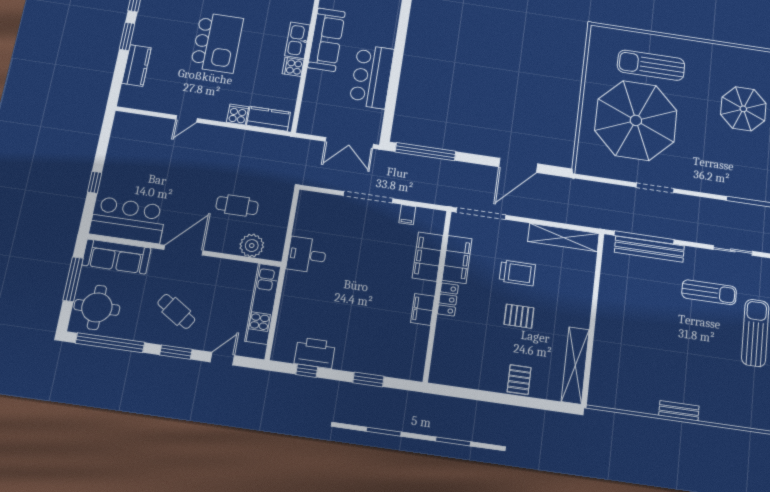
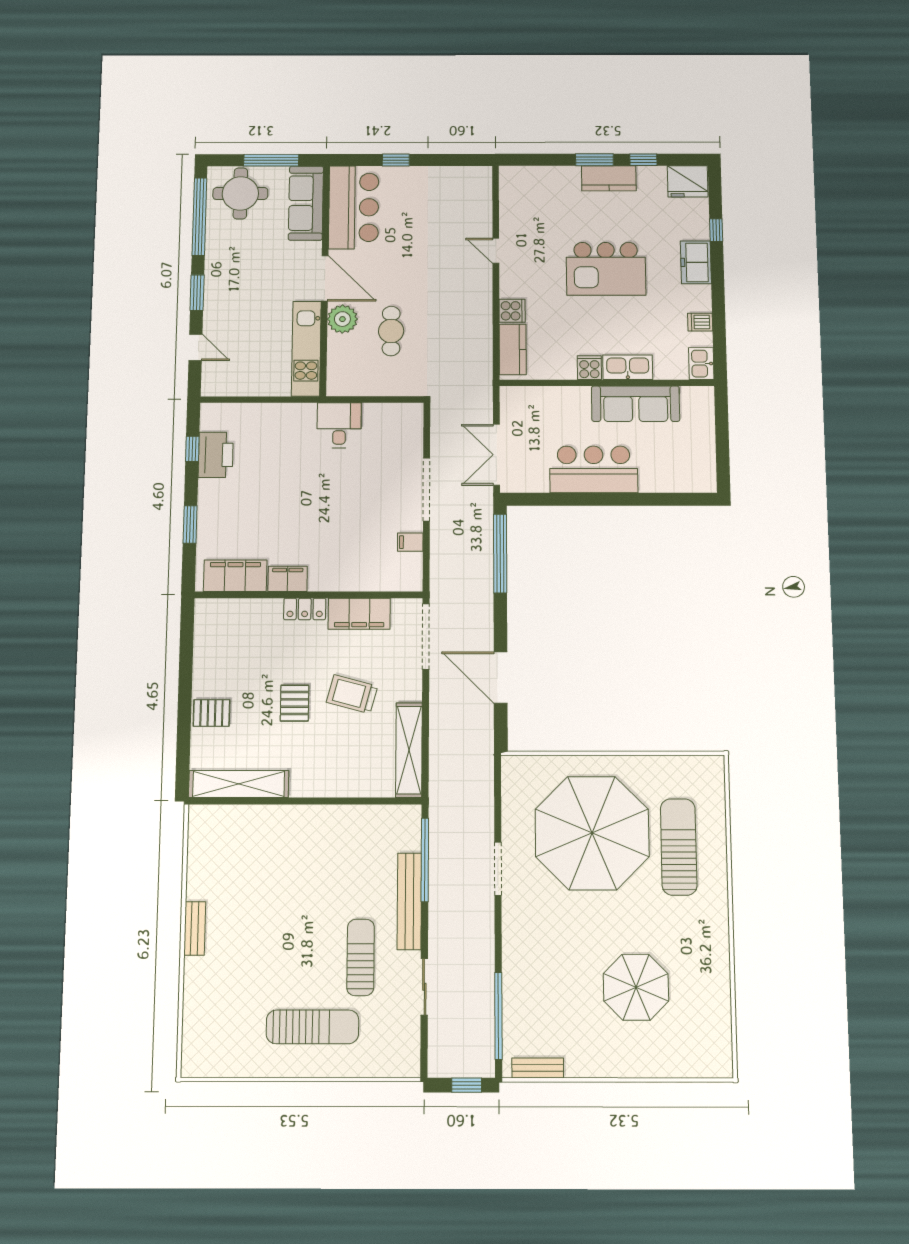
kitchen counter: (137, 65) -> (609, 178), moved
plant: (252, 246) -> (342, 319), moved
bench: (649, 249) -> (409, 901), moved
filing cabinet: (428, 257) -> (235, 576), moved
trolley: (517, 273) -> (352, 694), turned 105
sun lounger: (709, 292) -> (361, 957), turned 180
kitchen unit: (263, 304) -> (306, 349), moved, turned -90
cafe table: (176, 311) -> (247, 284), removed

